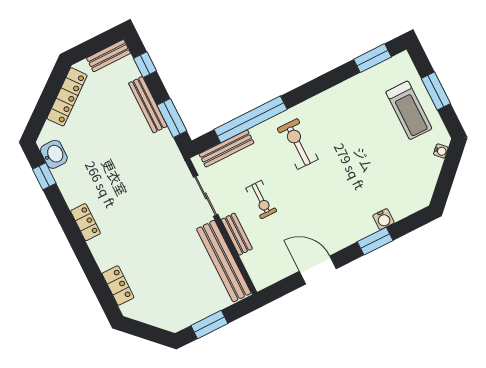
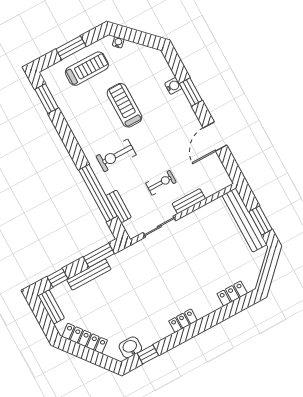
bench: (227, 148) -> (119, 206), width x0.73
treadmill: (361, 157) -> (124, 105), added
bench: (224, 261) -> (244, 220), moved, turned 90

